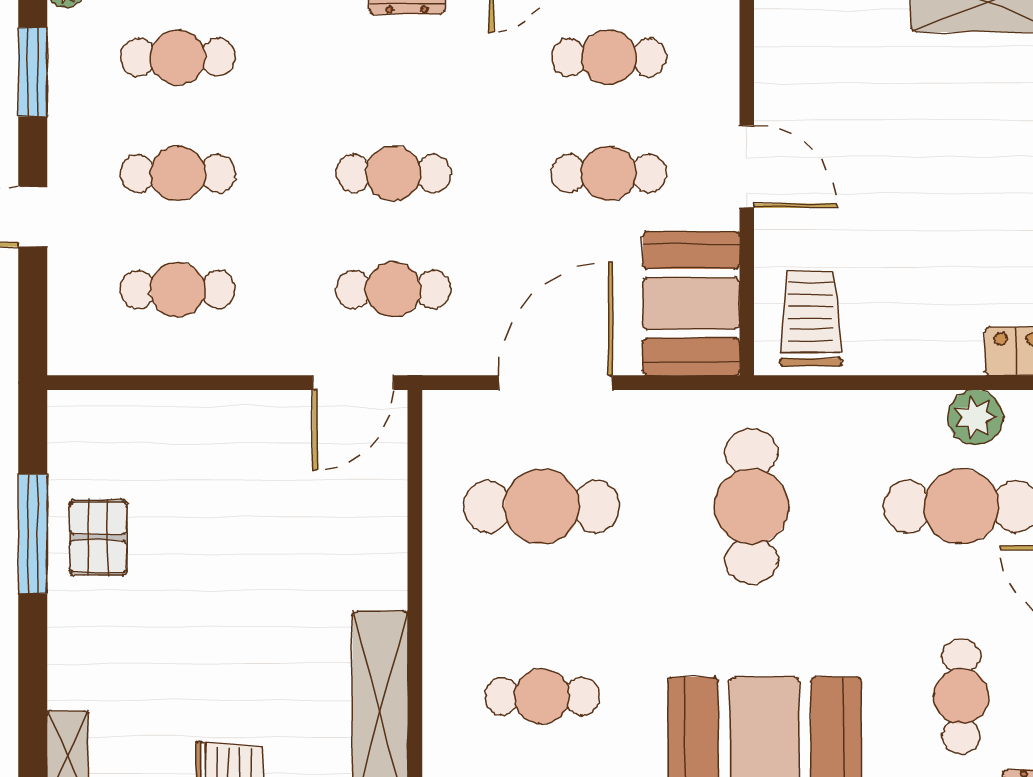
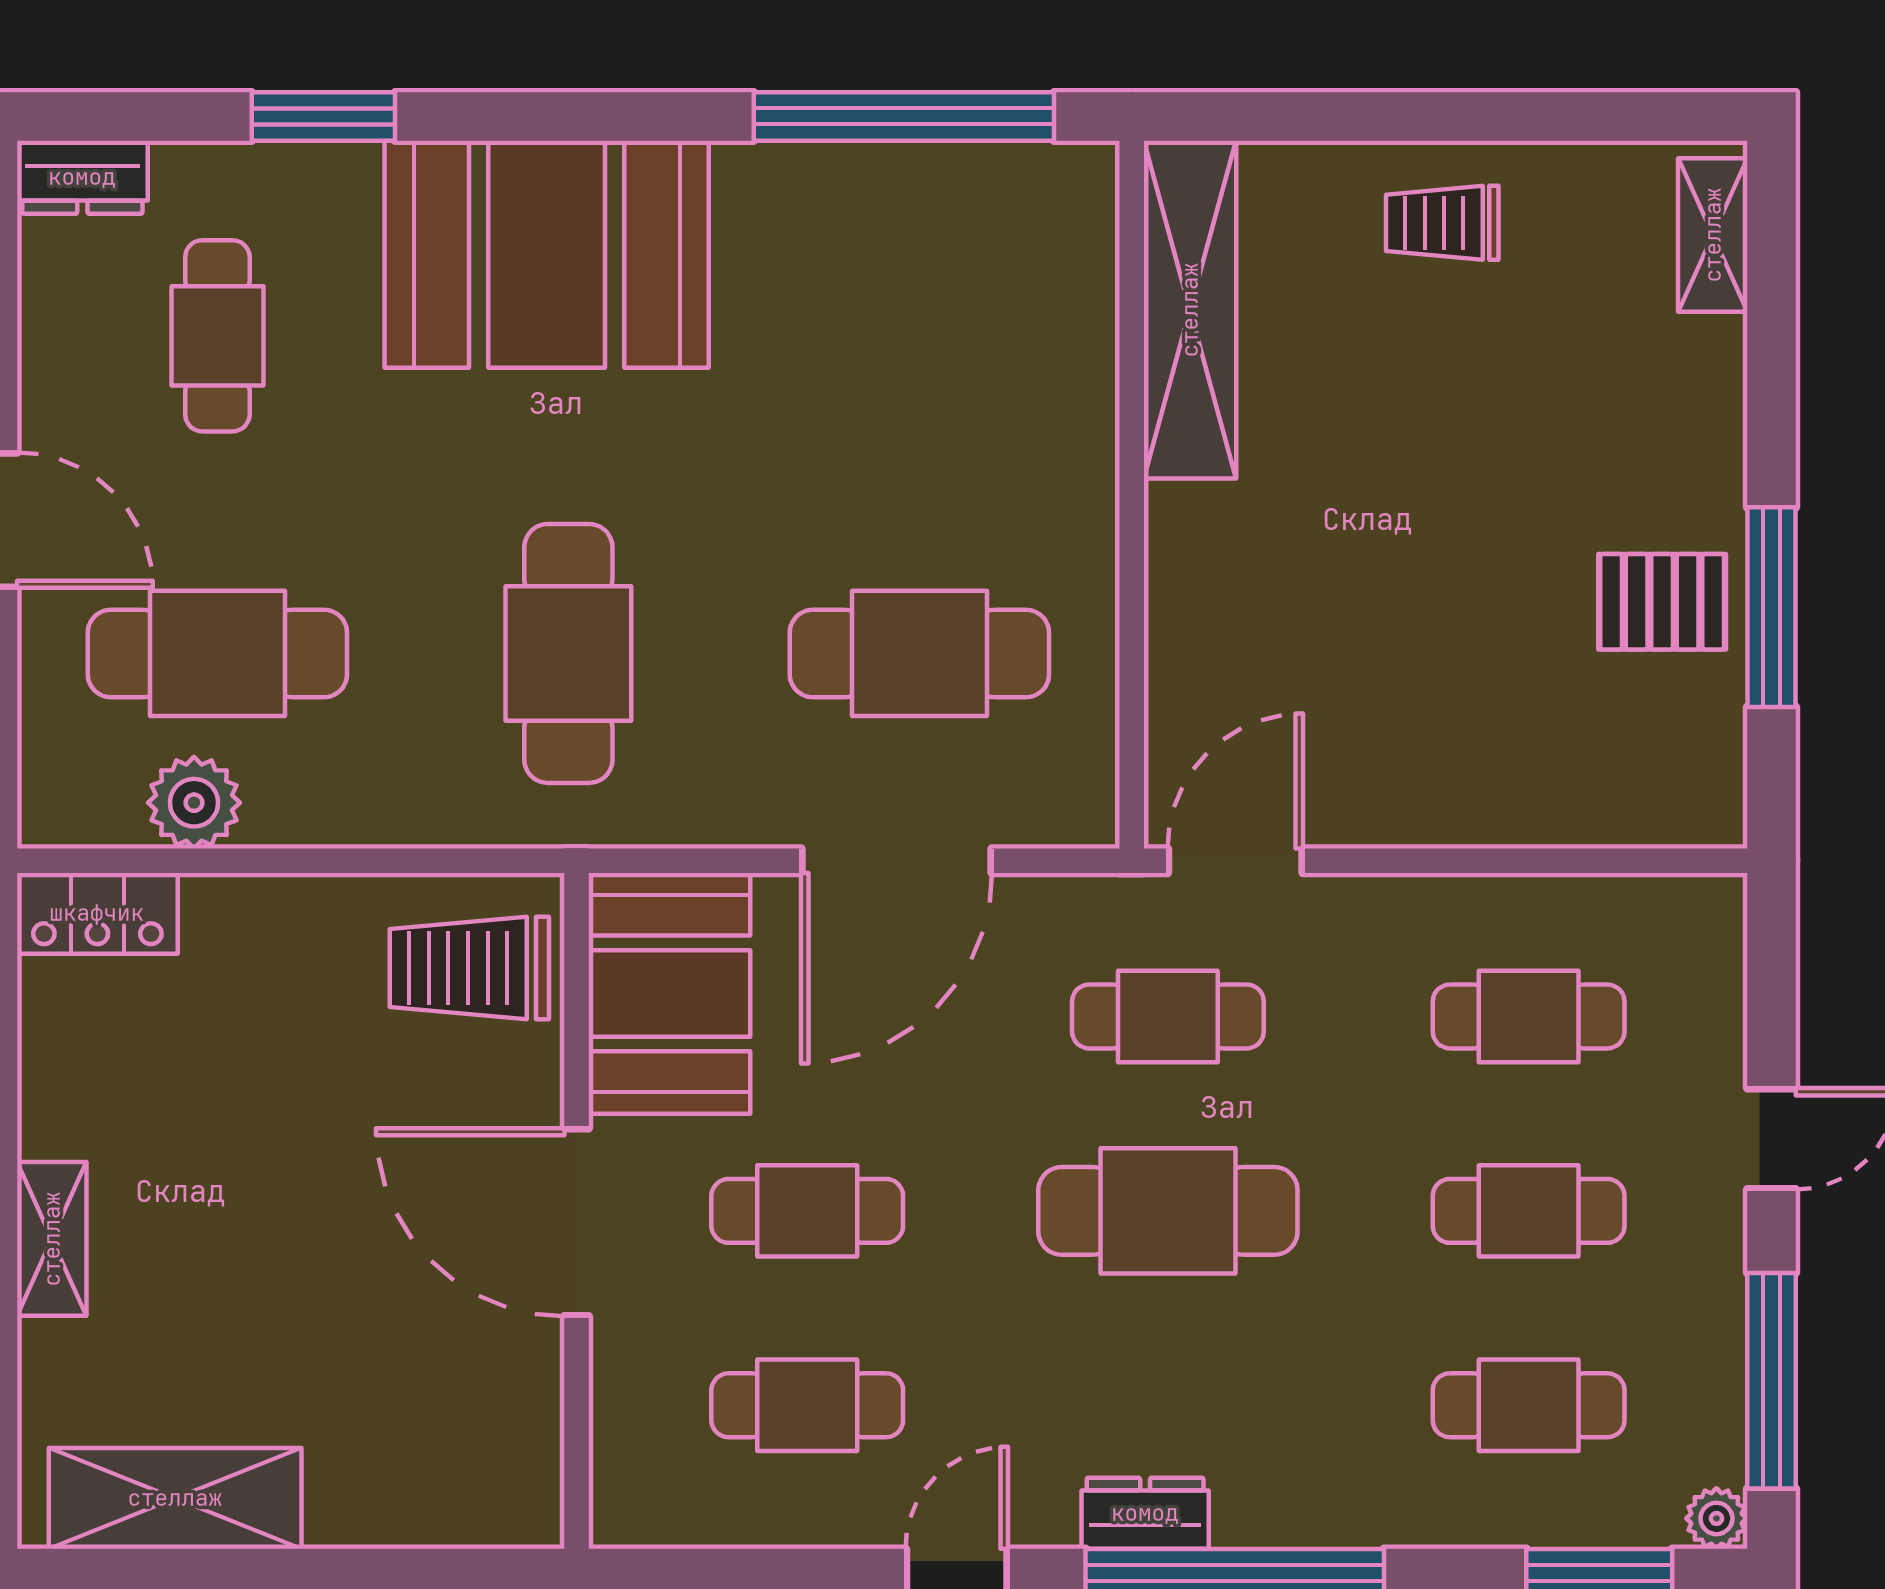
window: (33, 72) -> (1771, 1381), width x1.44
door: (747, 167) -> (576, 1222), width x1.36
cafe table: (393, 173) -> (1168, 1211), width x1.37, depth x1.35
trolley: (811, 319) -> (469, 968), turned 90
pallet: (98, 537) -> (1662, 602), turned 90
cafe table: (542, 696) -> (919, 336), removed

